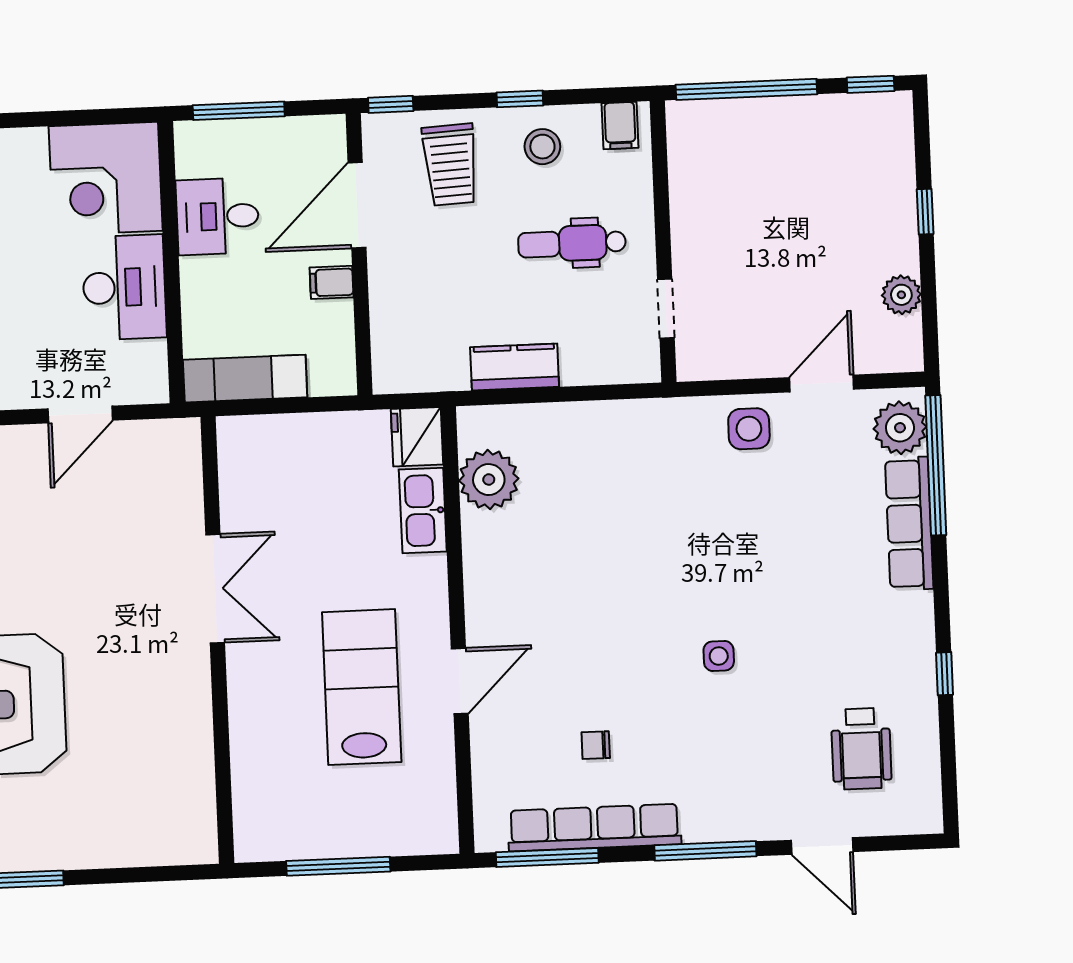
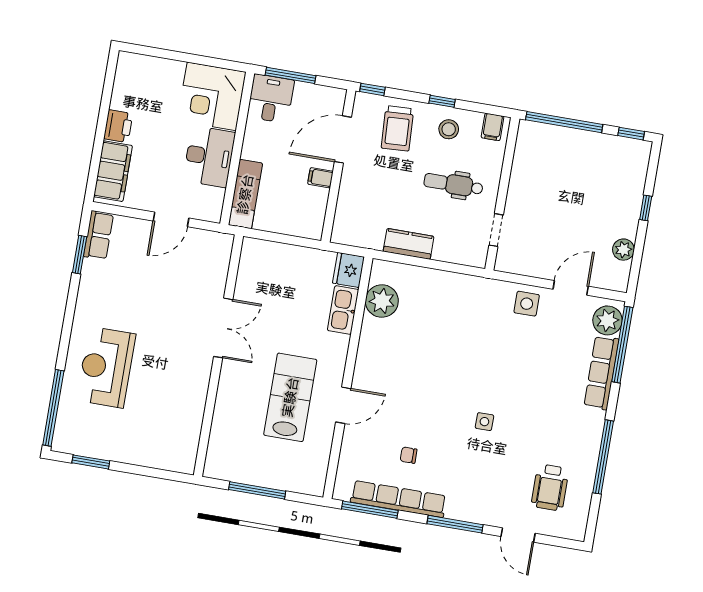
desk: (218, 216) -> (271, 99), moved, turned 90
exam couch: (245, 379) -> (245, 194), moved, turned 90
window: (945, 674) -> (603, 457), width x3.17

